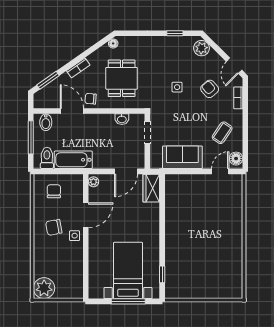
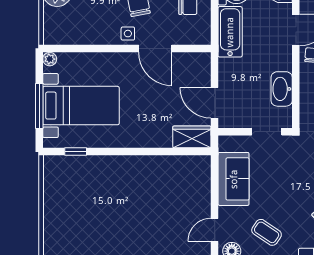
washbasin: (122, 119) -> (282, 89), width x1.91, depth x1.45
door: (220, 171) -> (215, 230), swing flipped
plant: (93, 182) -> (50, 59), moved

